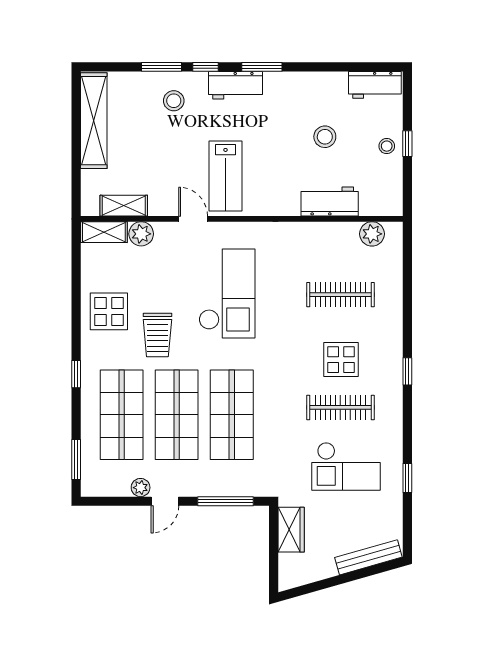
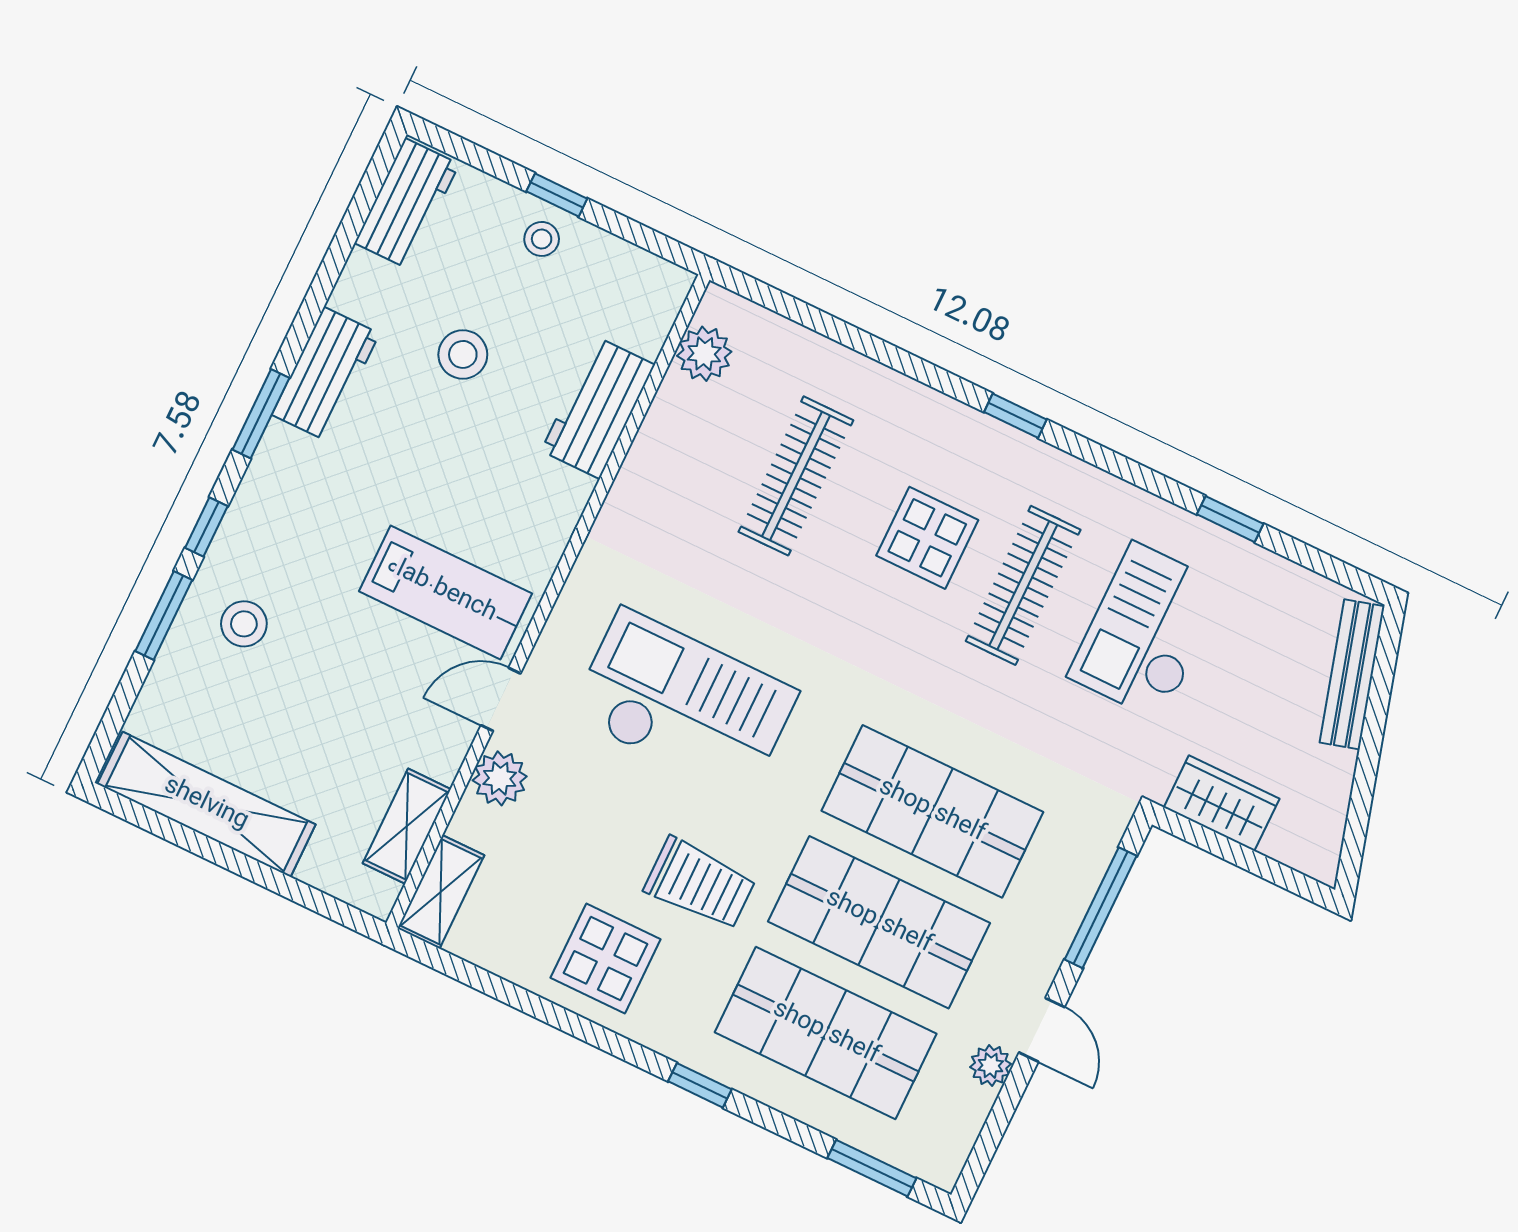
workbench: (235, 85) -> (326, 374), moved
plant: (141, 234) -> (500, 778), moved
checkout: (346, 466) -> (1147, 631), turned 180

